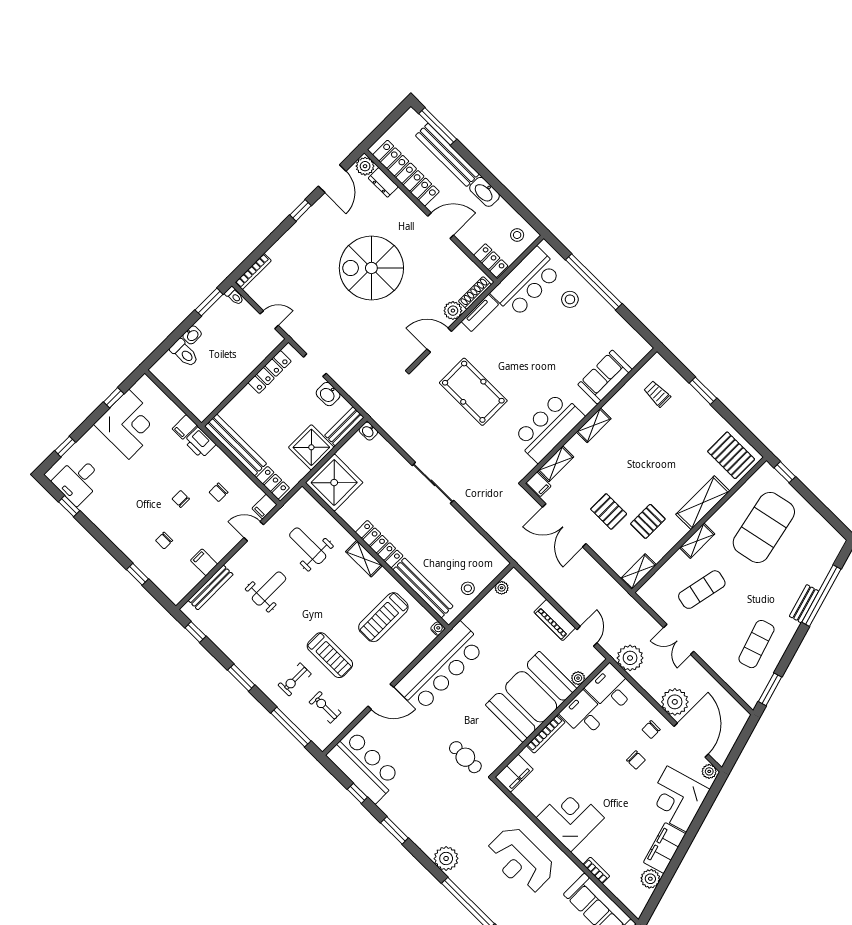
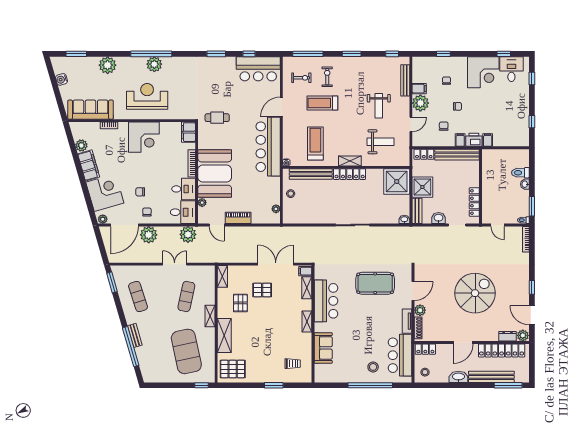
door: (269, 320) -> (497, 225), hinge flipped
corner desk: (129, 424) -> (483, 72), moved, turned -90
filing cabinet: (264, 507) -> (460, 140), moved
plant: (219, 545) -> (420, 103), added
door: (691, 740) -> (124, 225), hinge flipped
plant: (446, 858) -> (154, 64), moved

